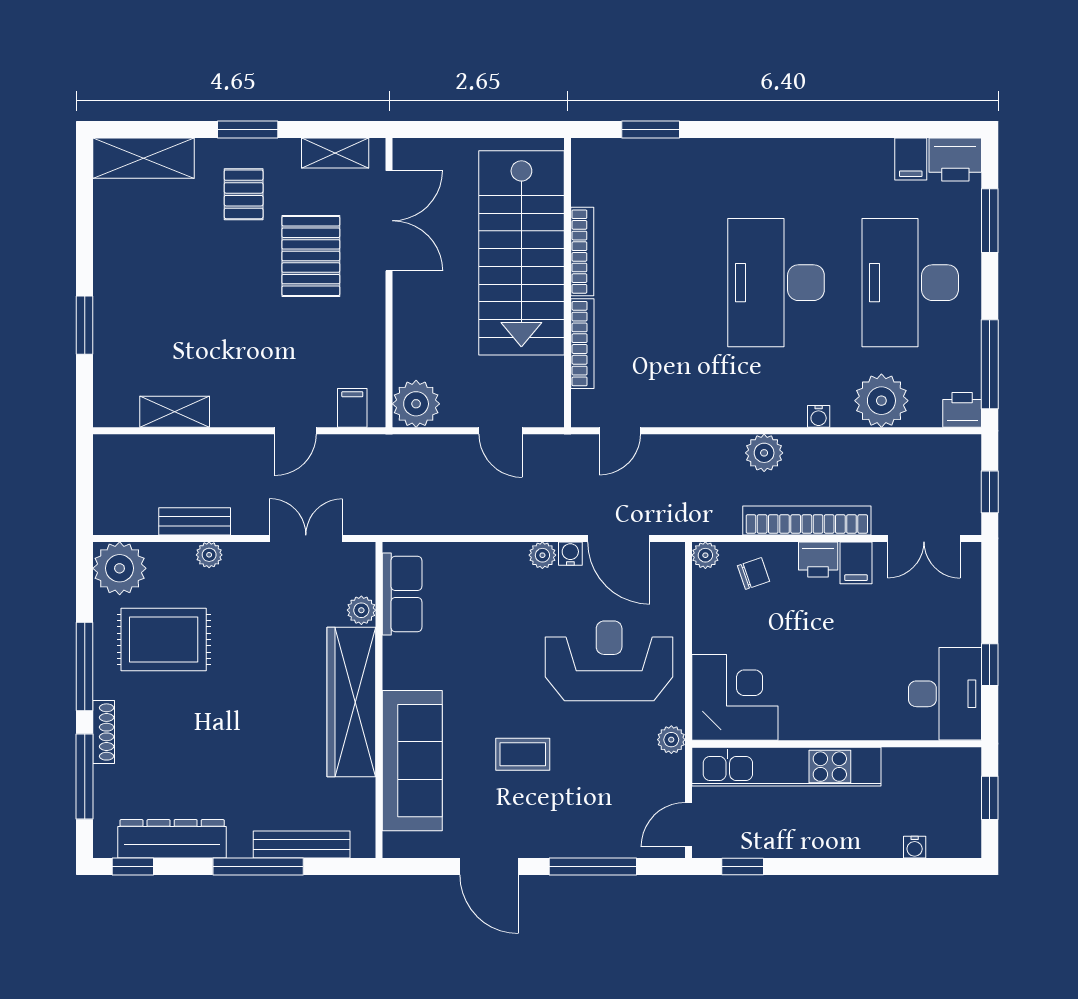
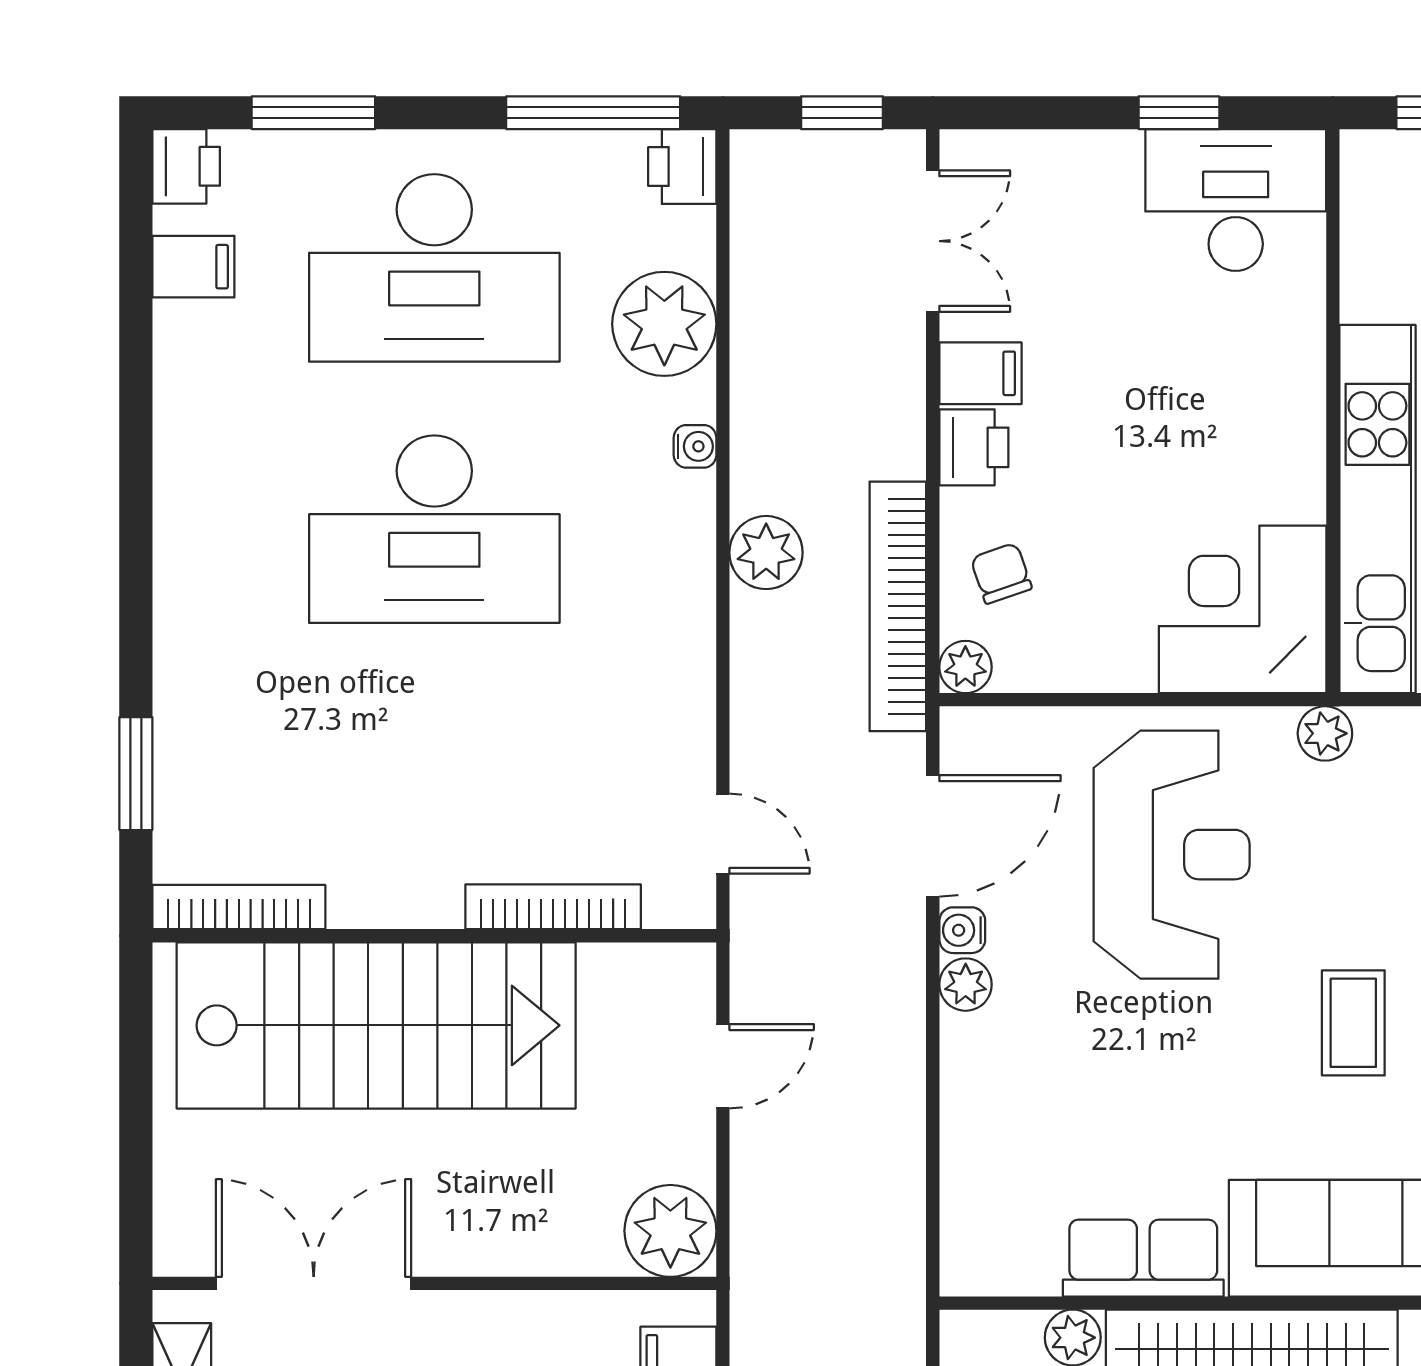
printer: (955, 159) -> (186, 166), width x0.73, depth x0.81
bookcase: (582, 252) -> (239, 907), moved
bookcase: (807, 520) -> (898, 606), moved
row of seats: (402, 594) -> (1143, 1258), moved
reception desk: (609, 661) -> (1172, 855), turned 180

